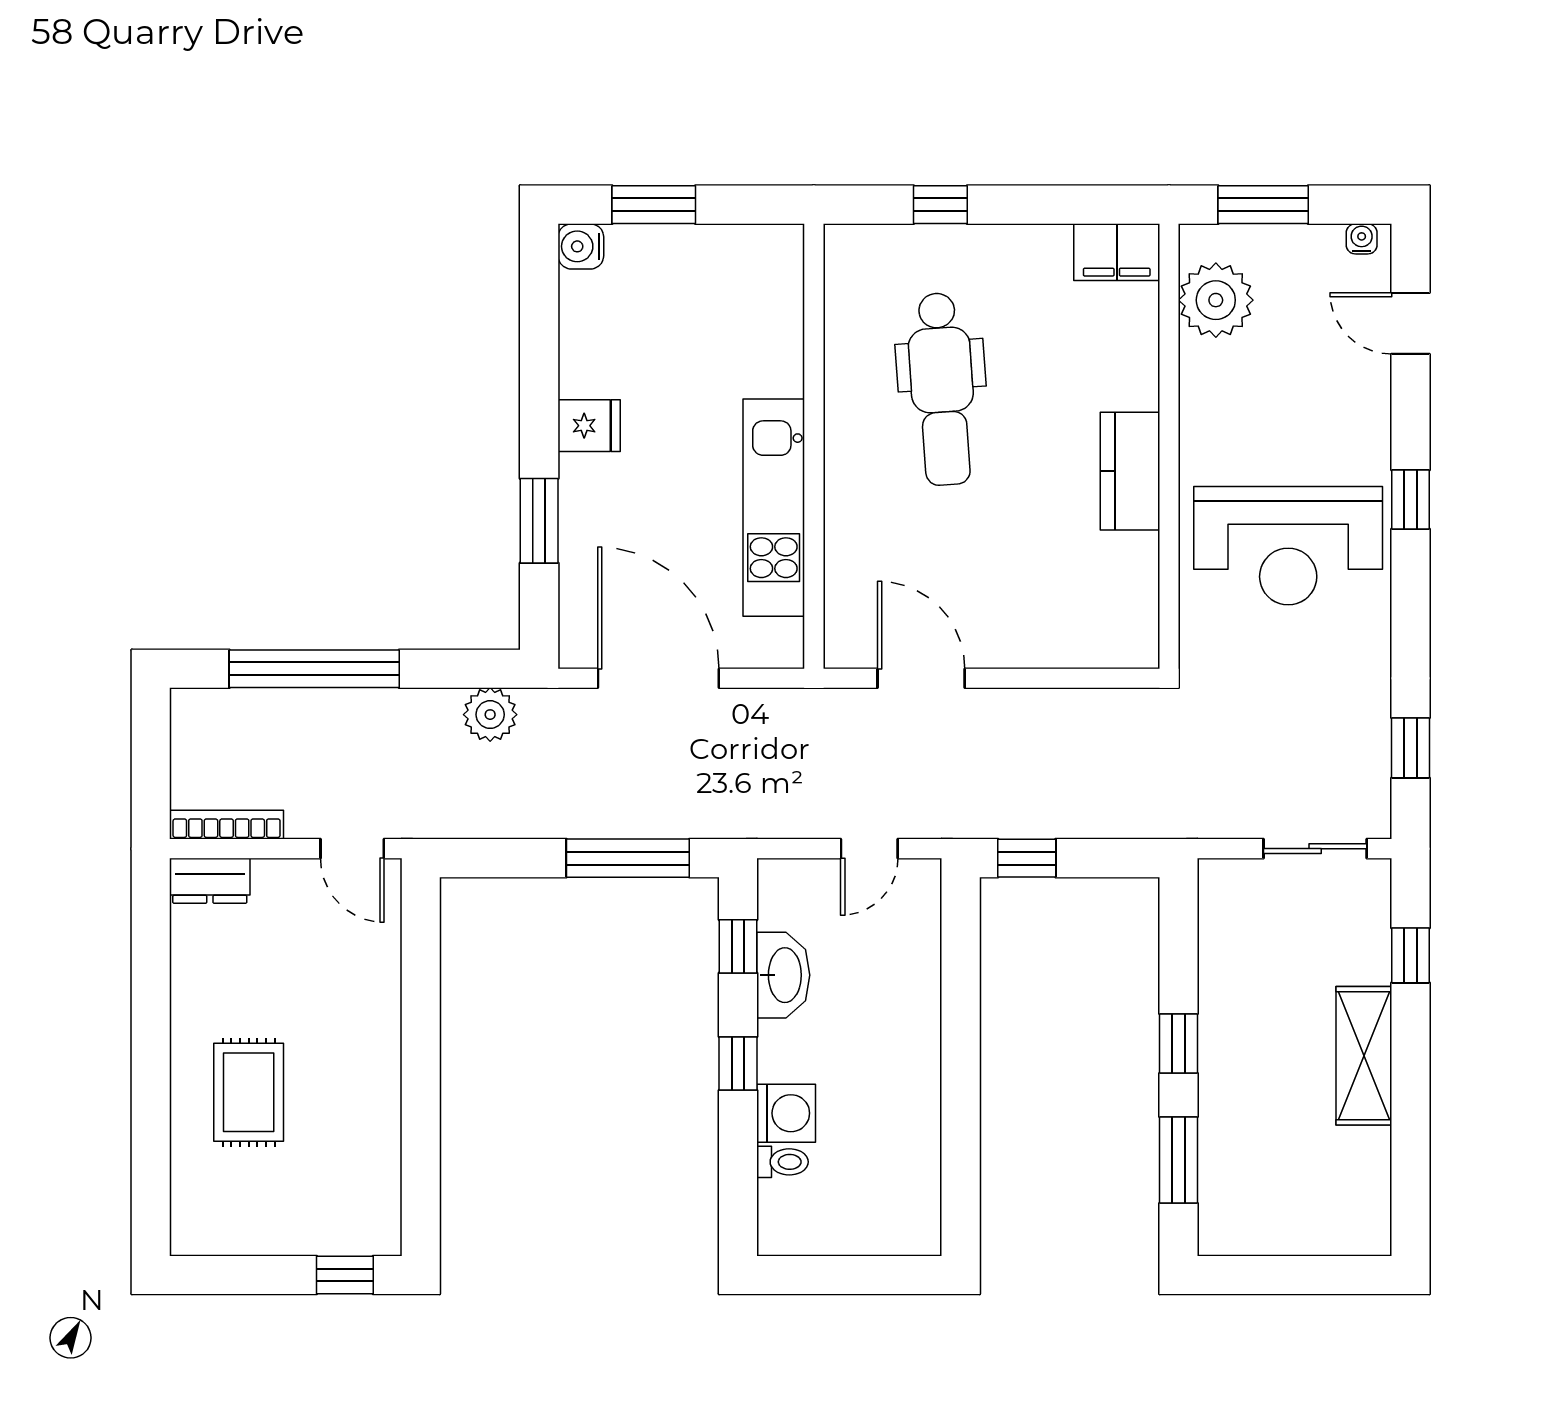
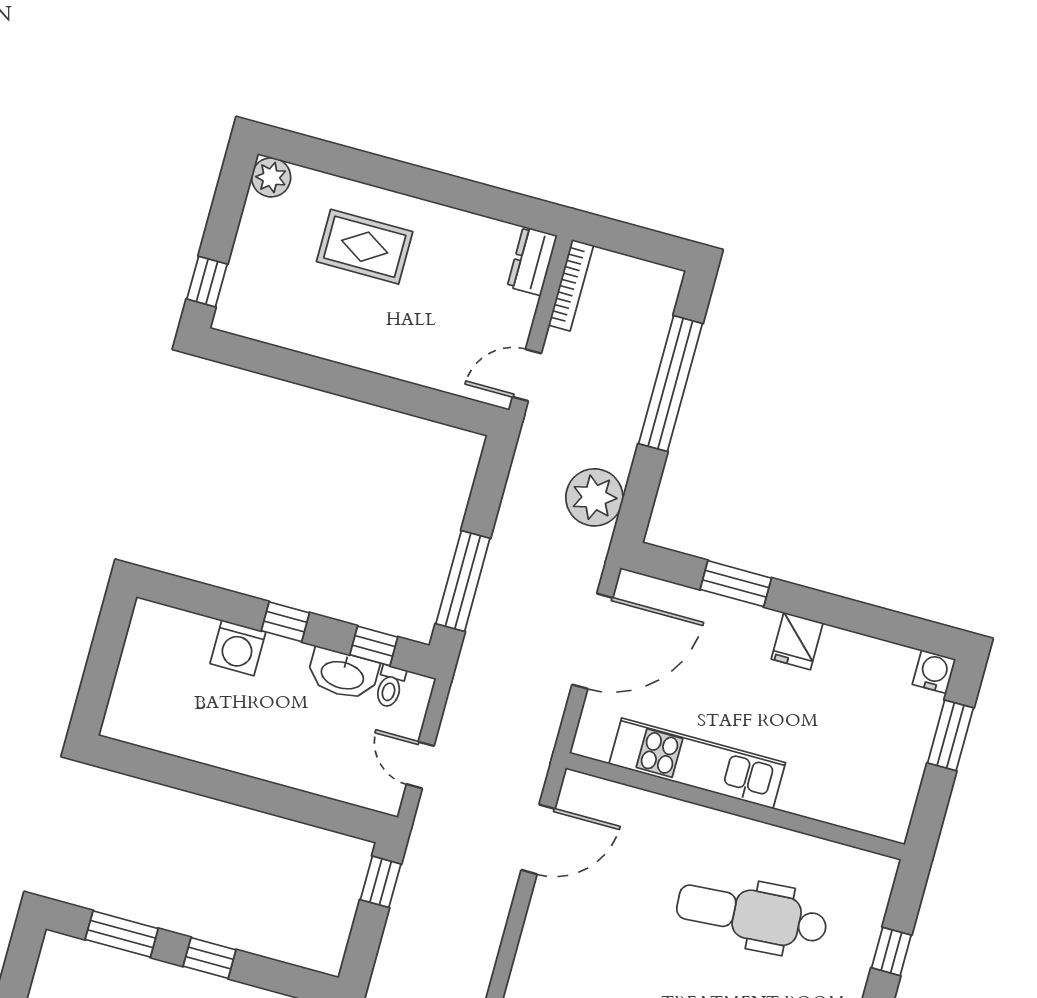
plant: (490, 715) -> (594, 497), width x1.36, depth x1.36
toilet: (783, 1162) -> (390, 686), moved
plant: (195, 1231) -> (271, 177), added

